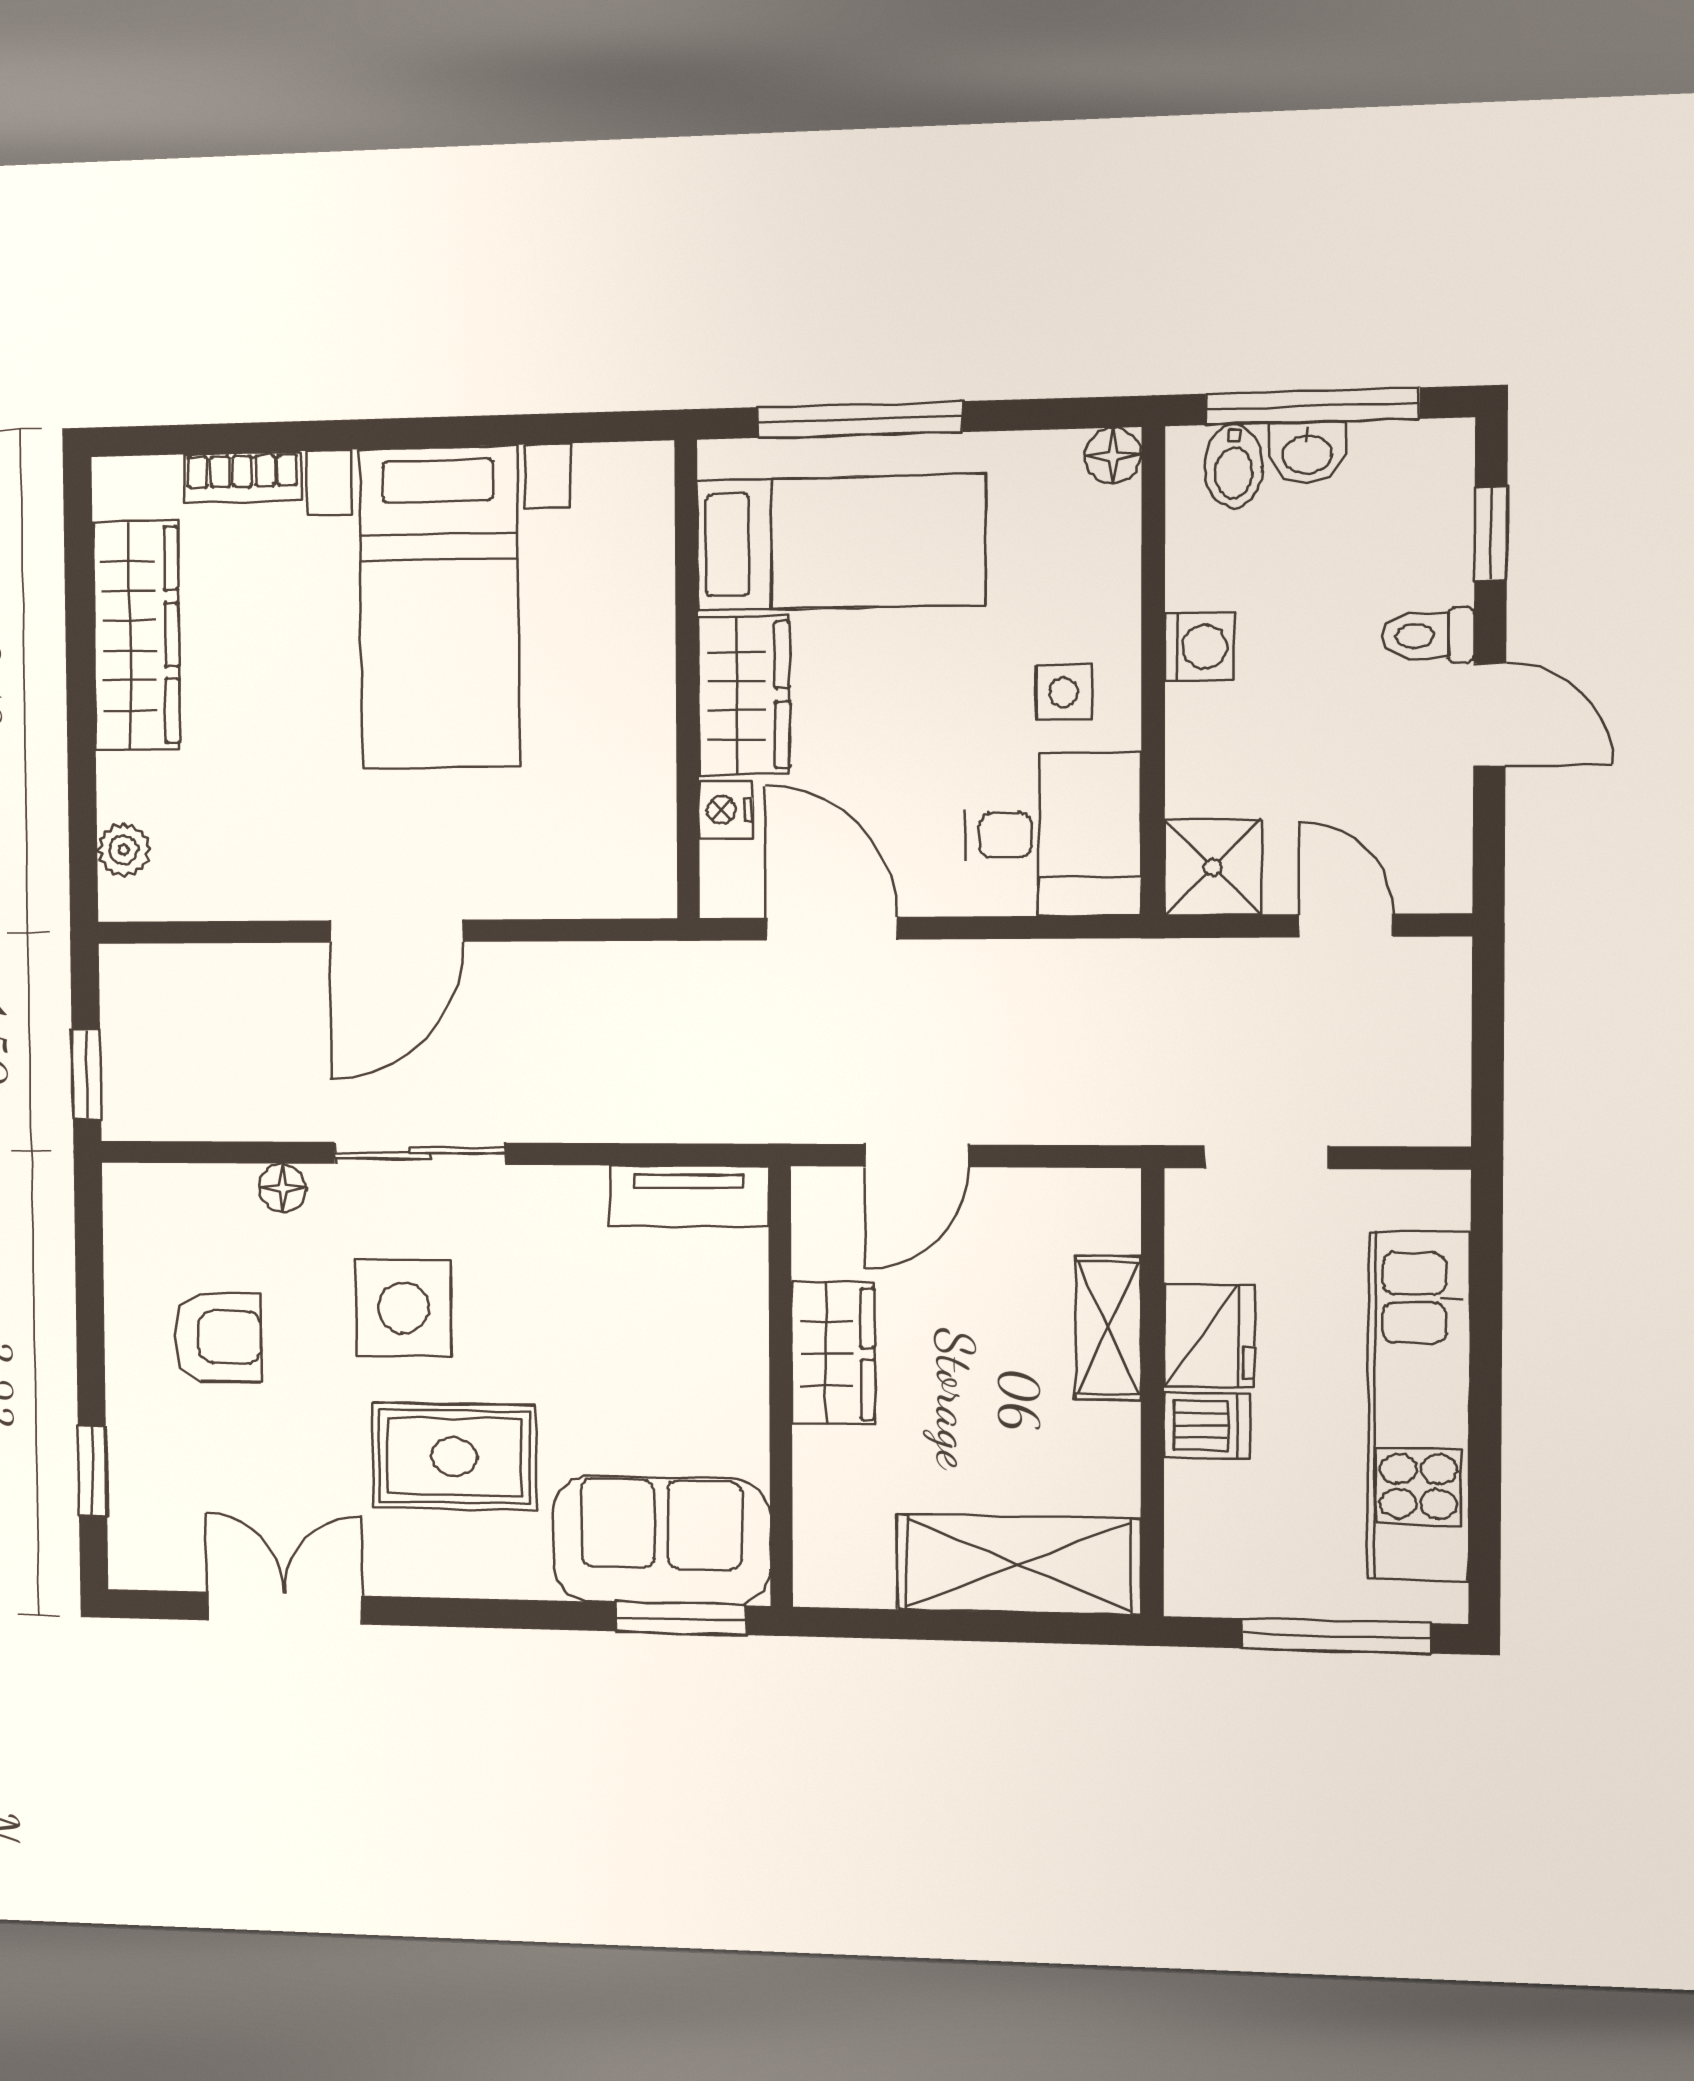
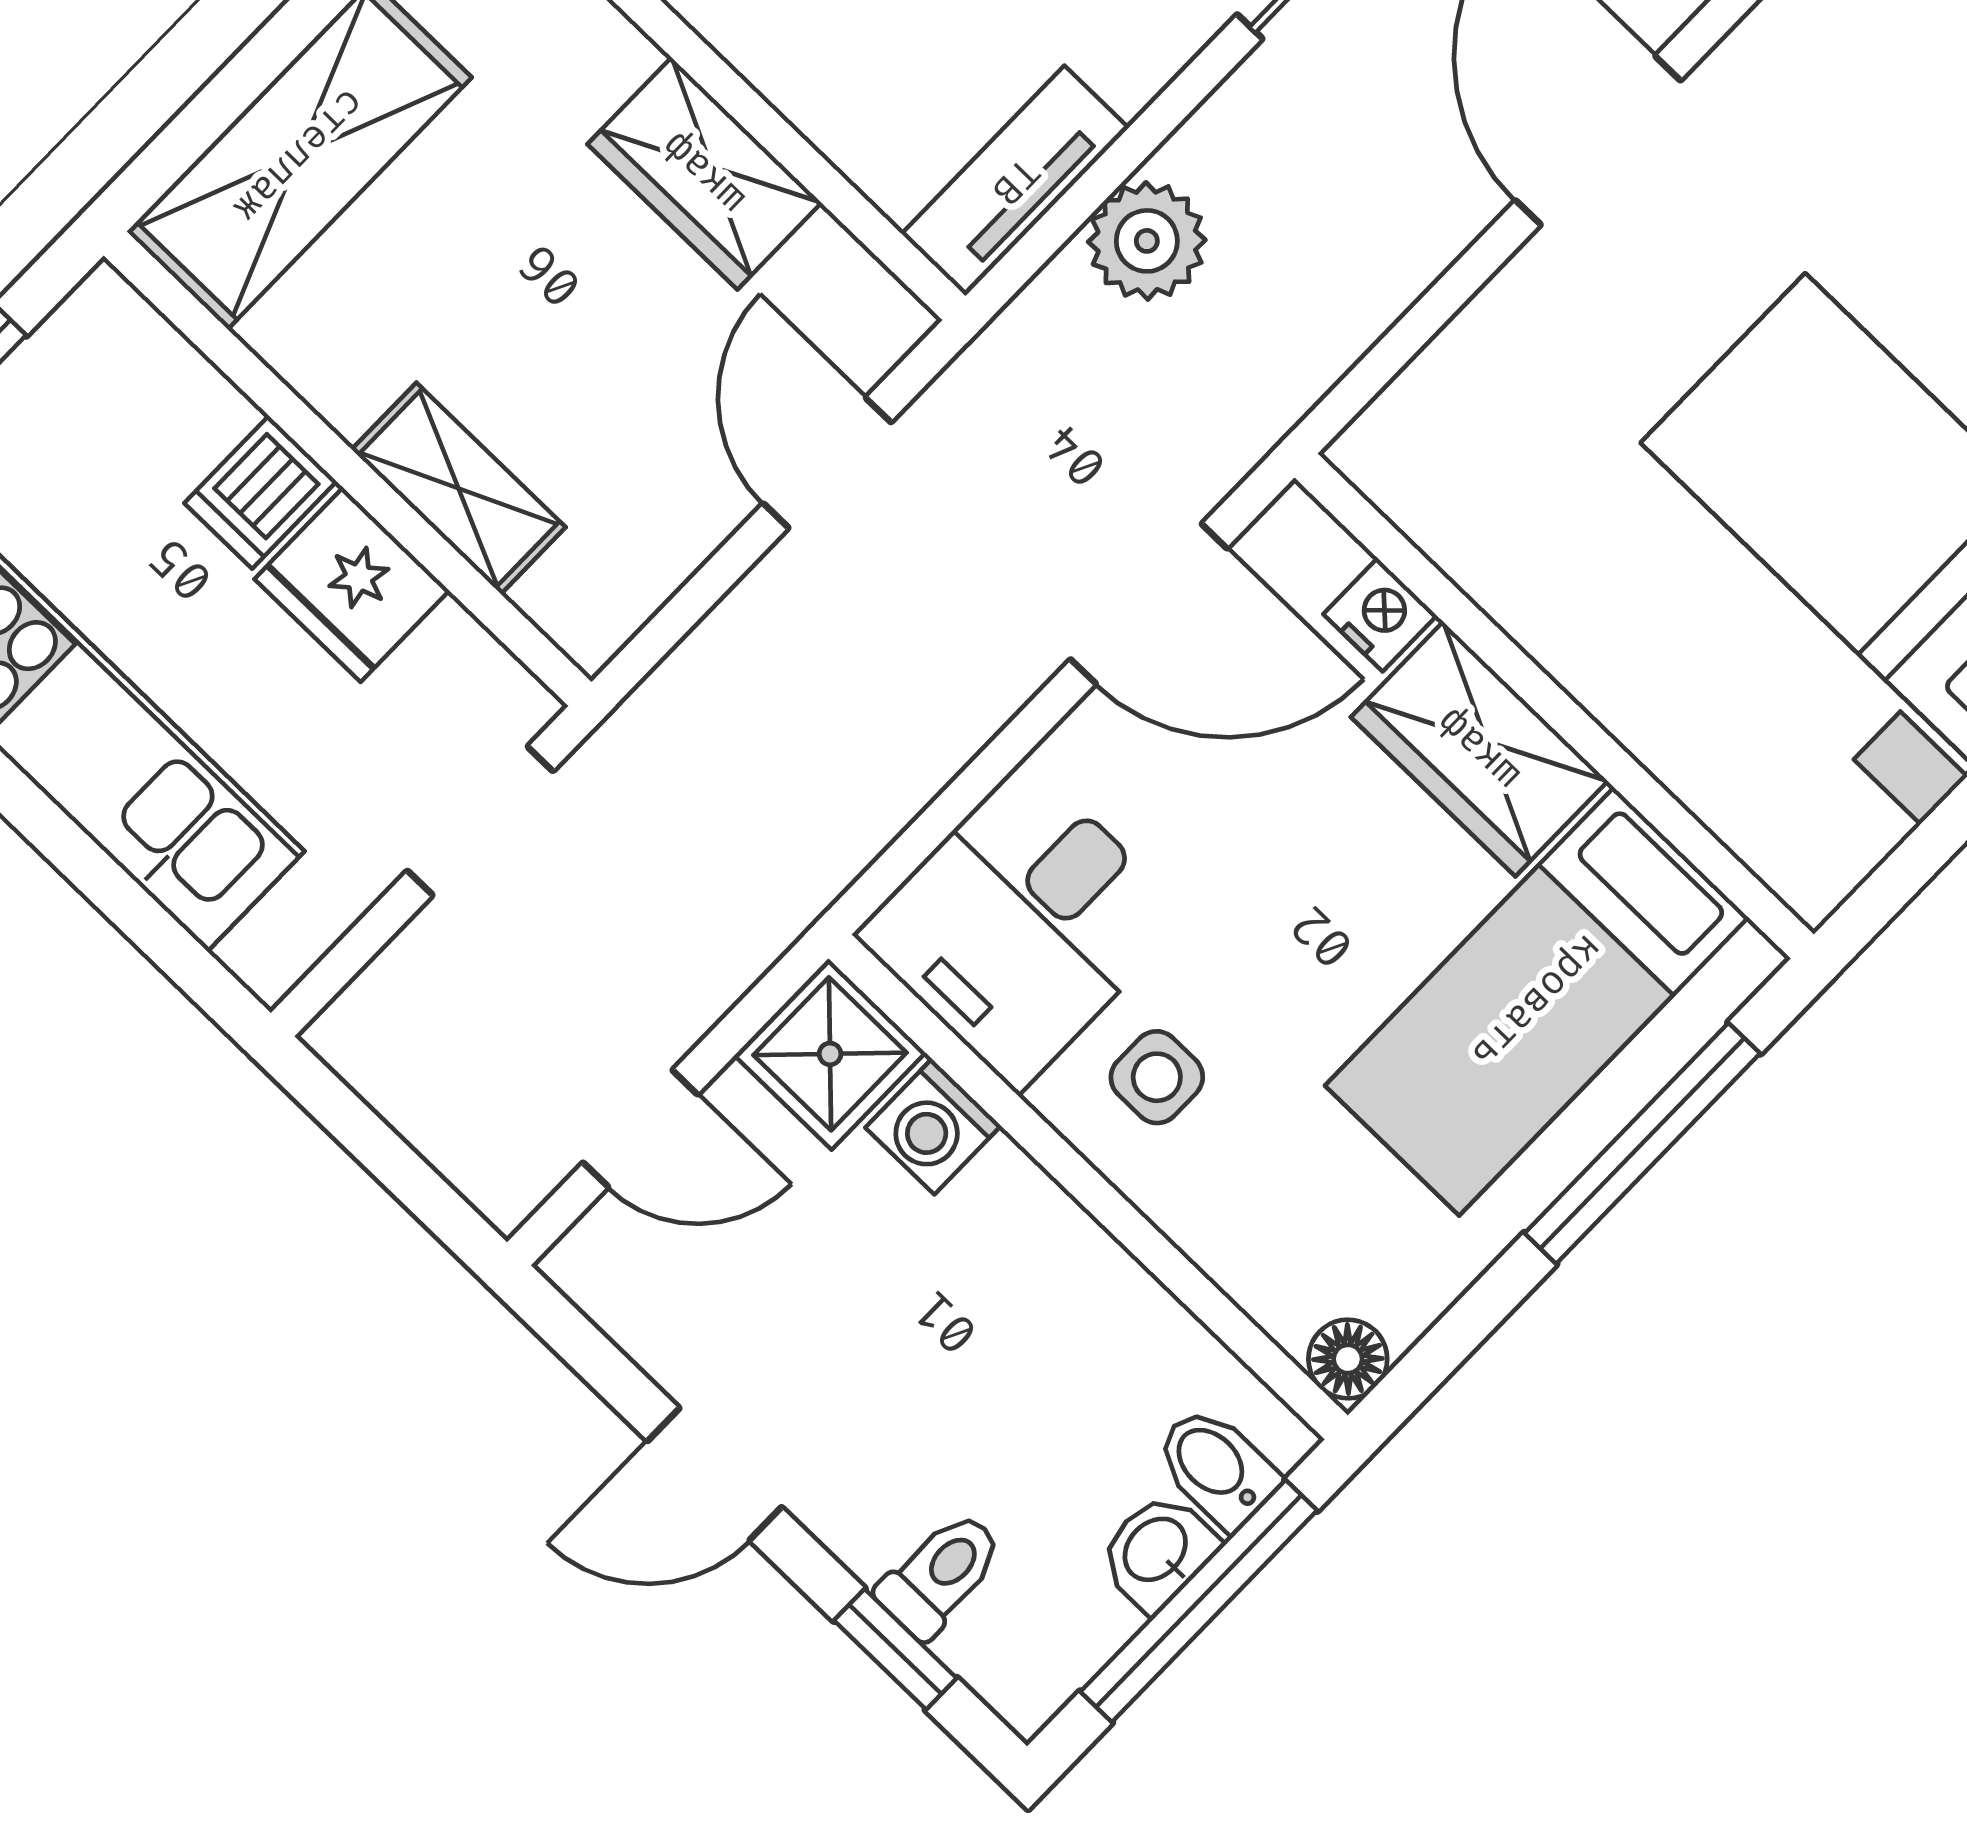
toilet: (1428, 636) -> (941, 1574), moved
washing machine: (1199, 647) -> (933, 1127), moved
plant: (655, 1103) -> (1147, 241), added

